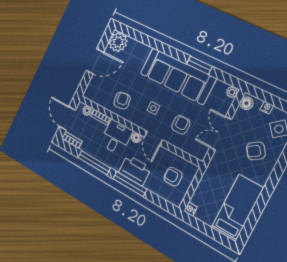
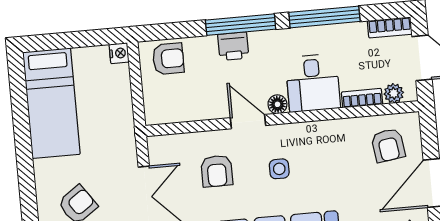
armchair: (122, 101) -> (388, 145), moved
printer: (135, 170) -> (233, 46), width x0.53, depth x0.68
armchair: (173, 177) -> (168, 59), moved

